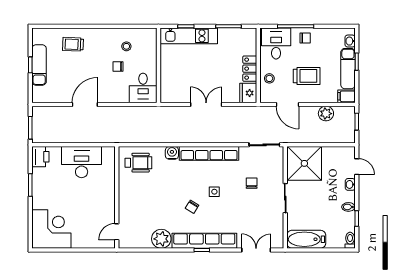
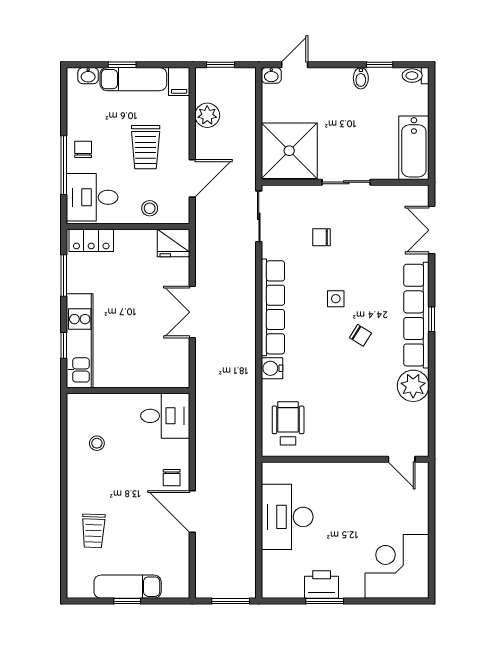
chair: (118, 66) -> (172, 478), moved
locker: (250, 69) -> (91, 240), moved
trolley: (307, 76) -> (146, 147), turned 180
printer: (40, 157) -> (322, 584), moved
washbasin: (350, 184) -> (271, 75), moved

